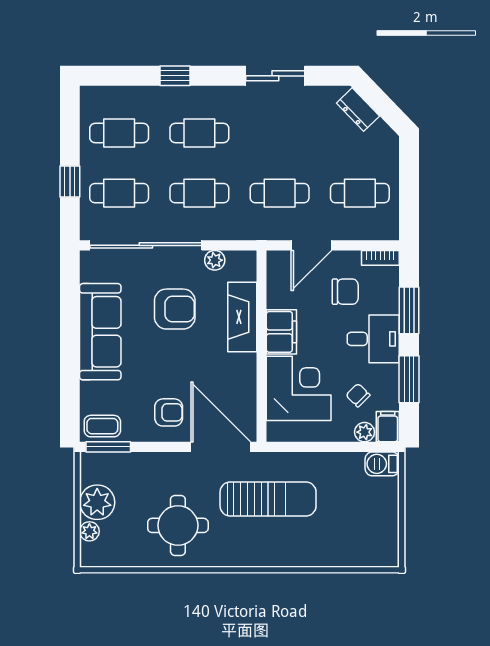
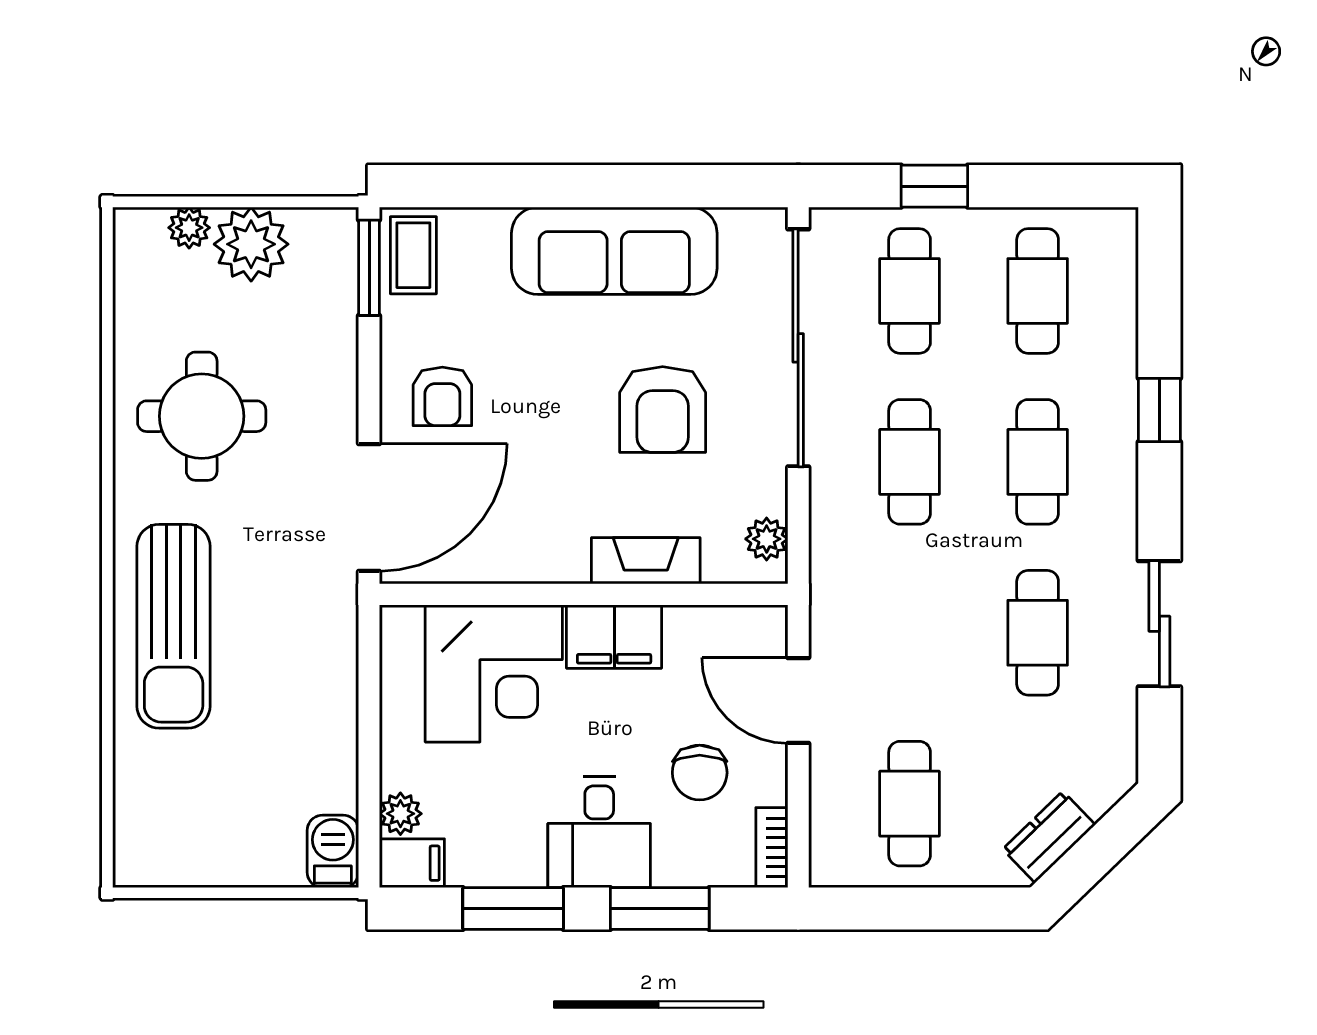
dresser: (358, 110) -> (1049, 837), moved
cafe table: (280, 193) -> (1038, 633), moved
plant: (215, 260) -> (767, 539), moved
fireplace: (242, 317) -> (646, 561), width x0.73, depth x0.76
chair: (358, 395) -> (479, 800), removed
sun lounger: (268, 499) -> (174, 626), moved

